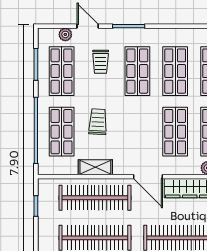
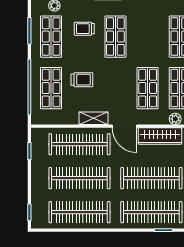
trolley: (101, 62) -> (84, 29), turned 90
shop shelf: (175, 71) -> (148, 37), removed
trolley: (98, 122) -> (82, 80), turned 87
shelving: (95, 167) -> (94, 118), moved

